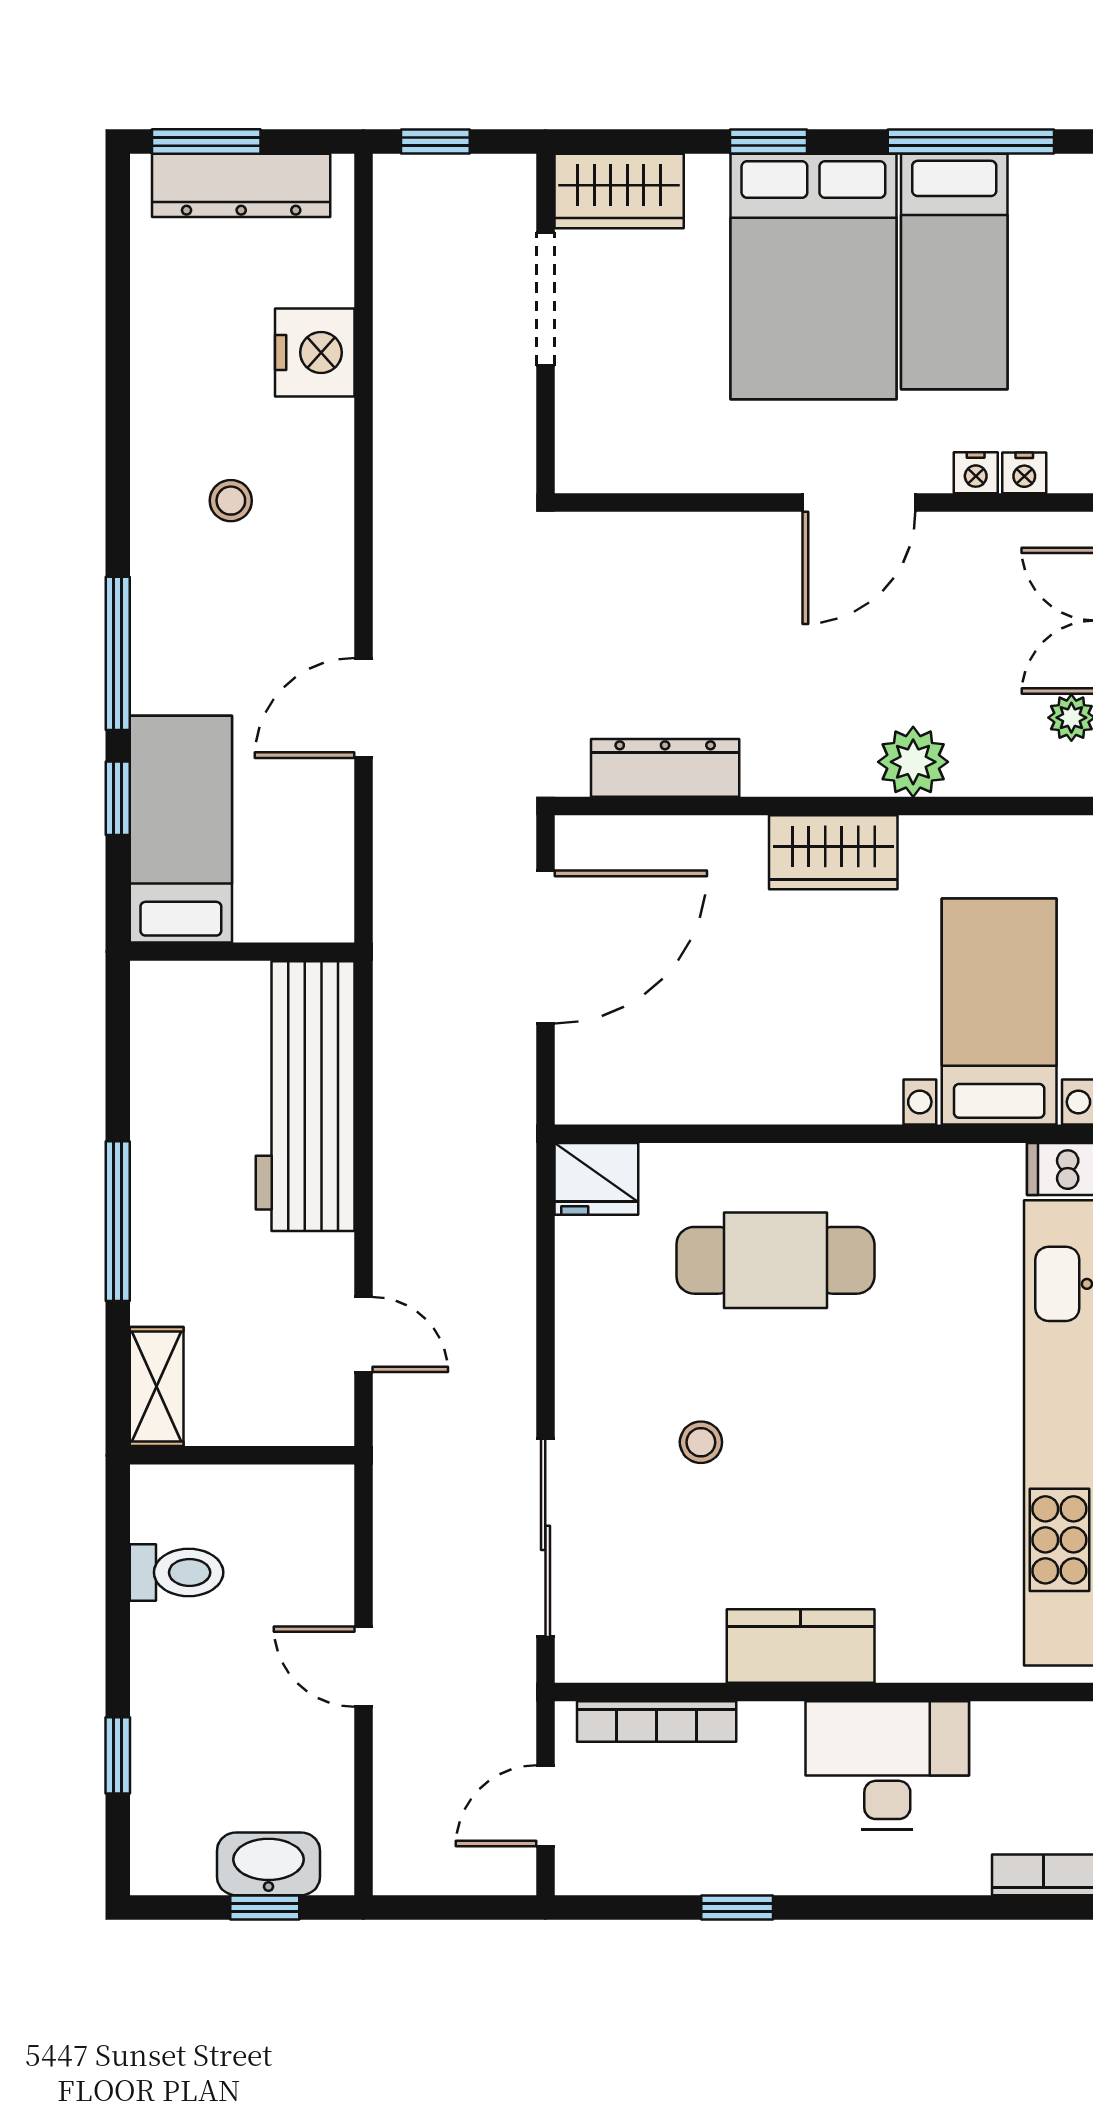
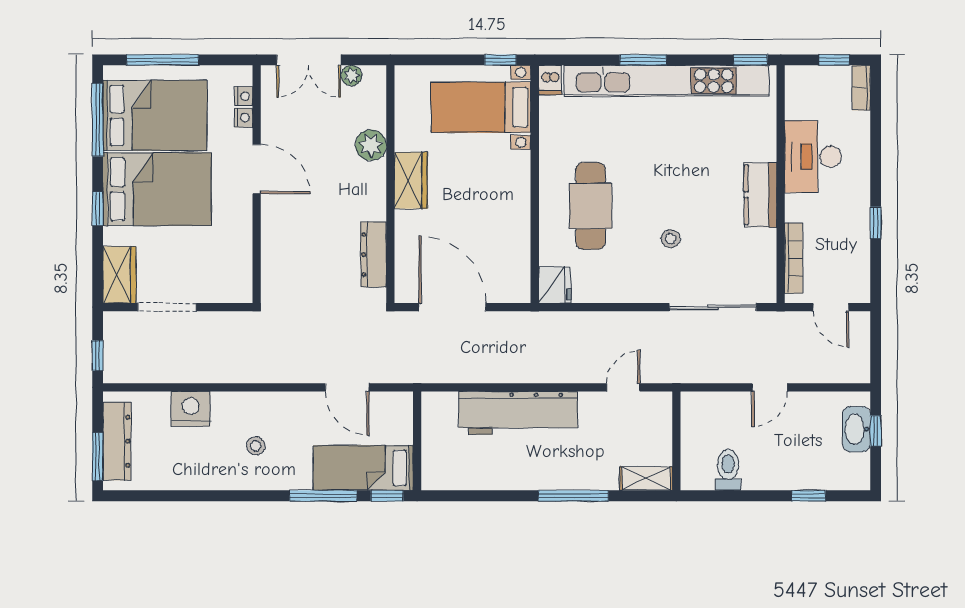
bed: (954, 272) -> (155, 115), width x1.50
bed: (181, 829) -> (363, 468), moved
wall: (242, 952) -> (417, 441), moved

